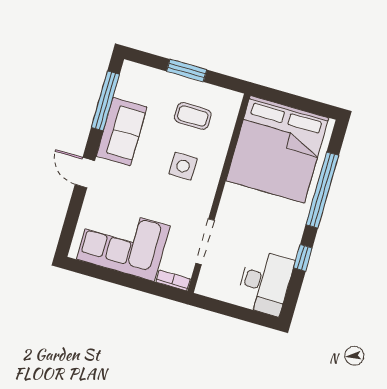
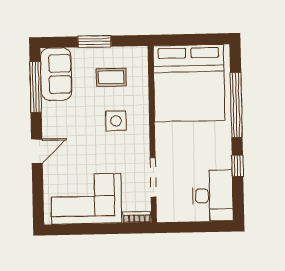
sofa: (122, 132) -> (56, 74), moved
door: (85, 173) -> (37, 151), swing flipped

